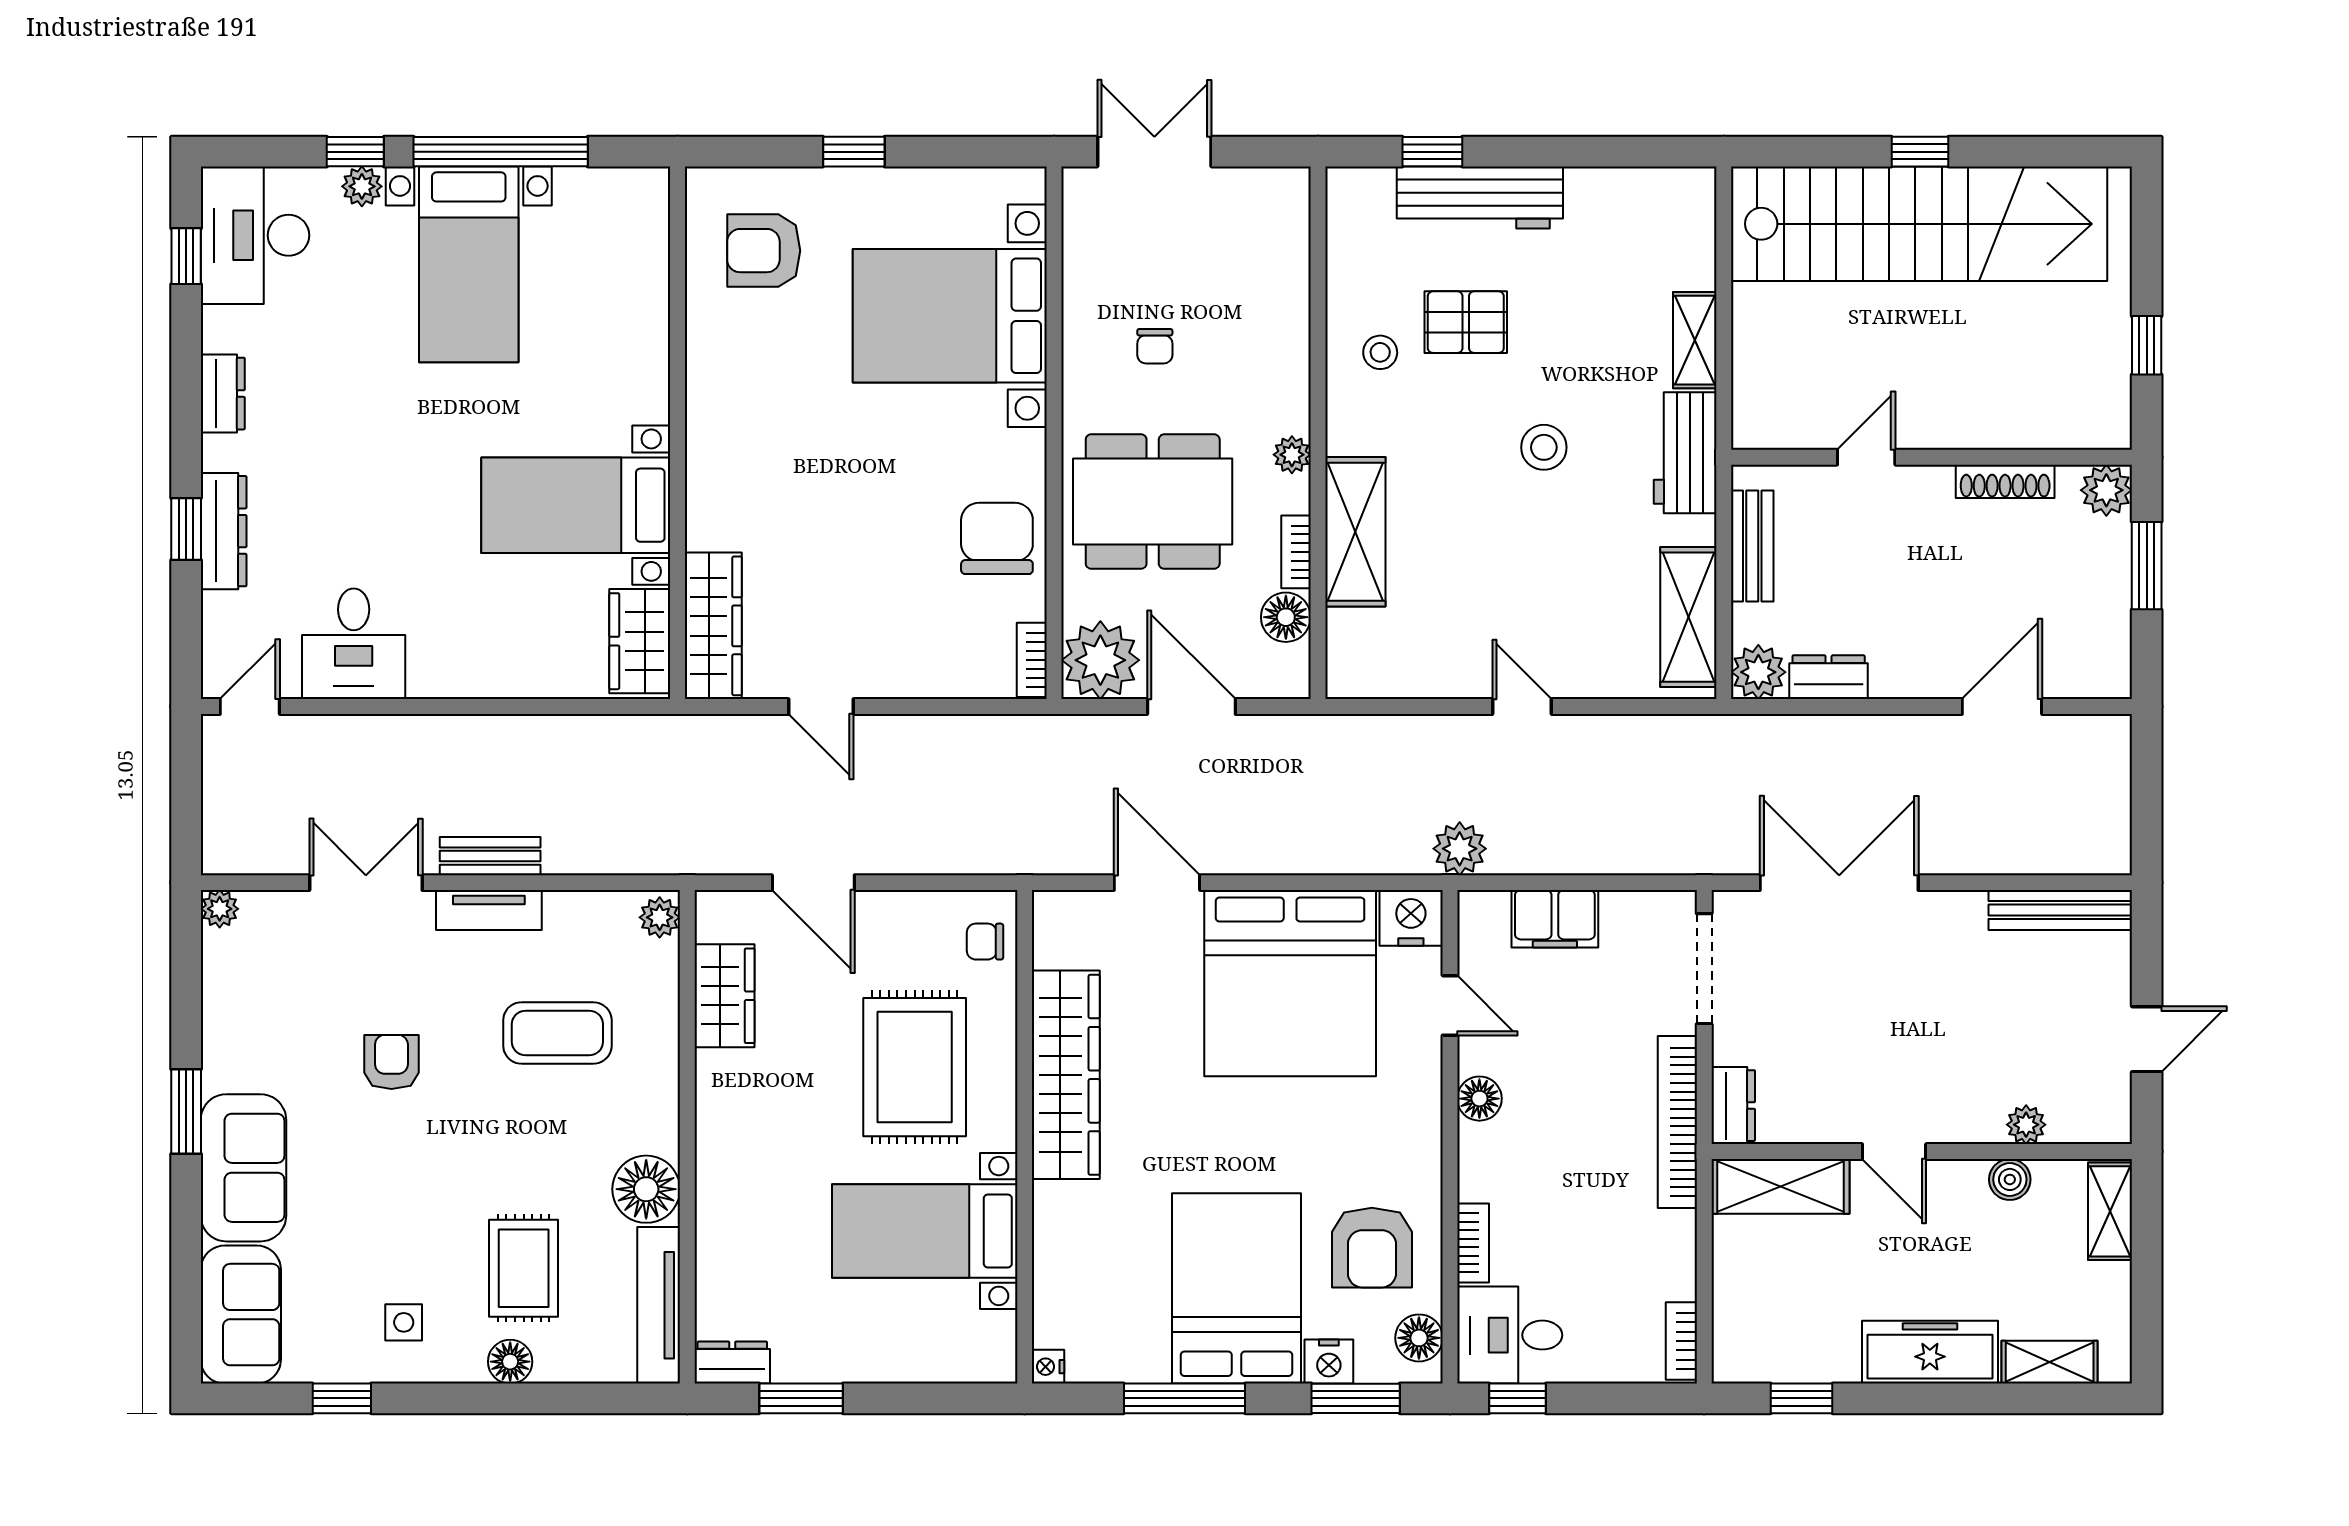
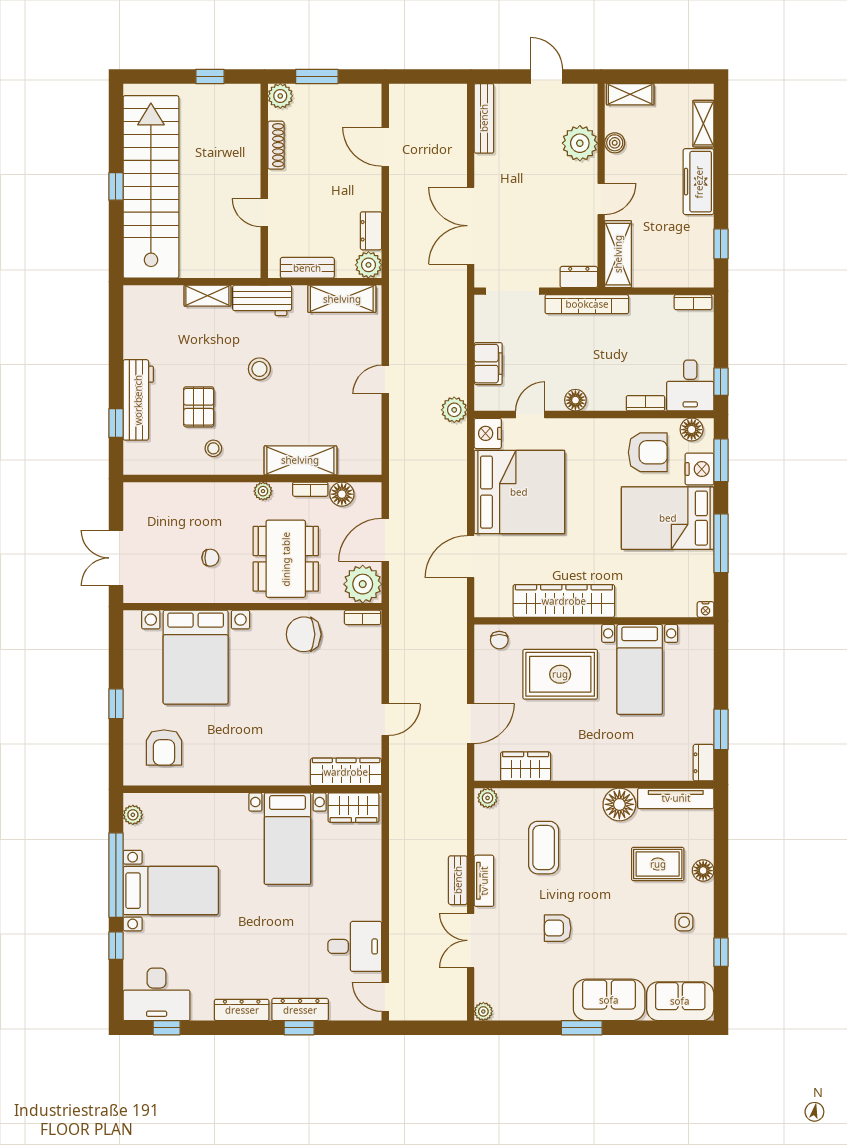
plant: (362, 186) -> (133, 815), moved
dresser: (223, 394) -> (242, 1010), width x1.44
plant: (2026, 1125) -> (580, 143), width x1.87, depth x1.87
nightstand: (1329, 1362) -> (699, 469), width x1.36, depth x1.33

